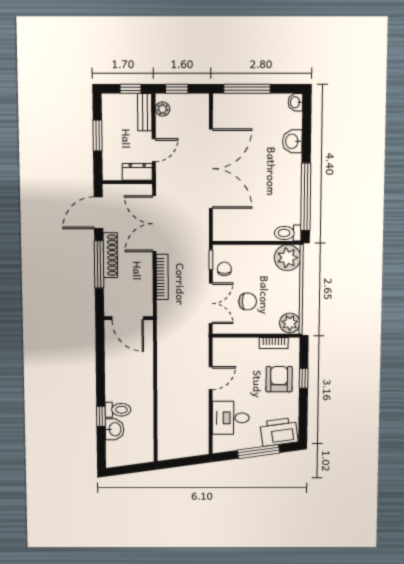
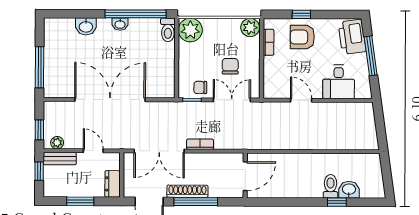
washbasin: (295, 102) -> (120, 24), moved
dresser: (137, 172) -> (113, 184), moved
bookcase: (162, 277) -> (200, 144), width x0.64

